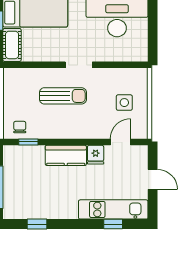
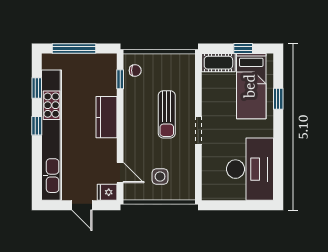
fridge: (96, 155) -> (107, 192), moved
door: (153, 179) -> (82, 205), hinge flipped
kitchen unit: (113, 209) -> (52, 135), width x1.86
window: (113, 224) -> (37, 126), moved

